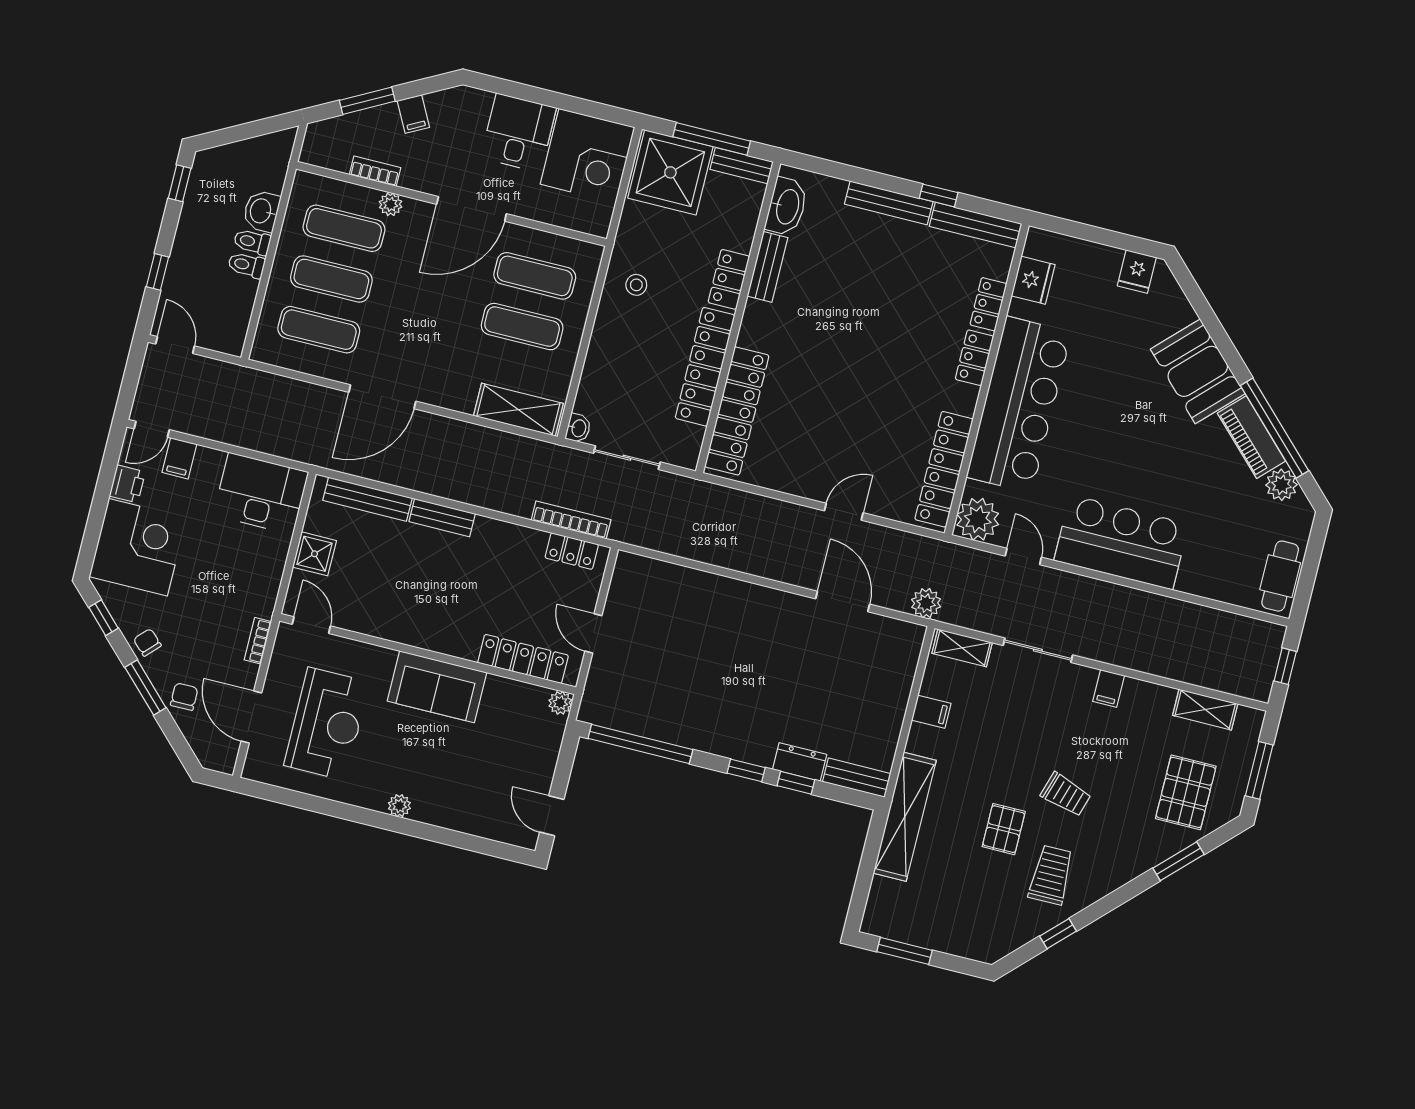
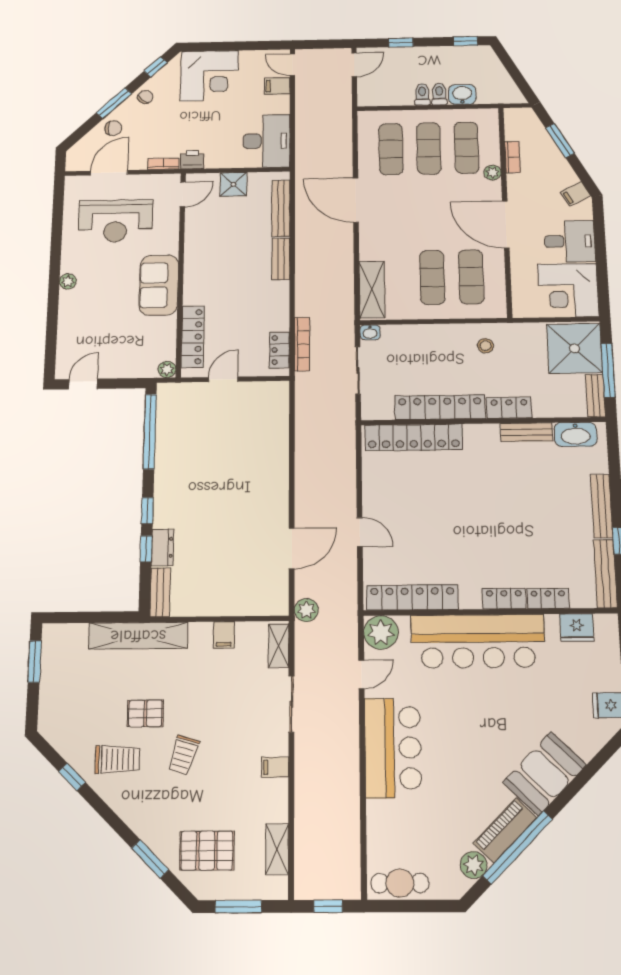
filing cabinet: (413, 114) -> (576, 194), moved
printer: (127, 484) -> (192, 159), moved, turned 180

